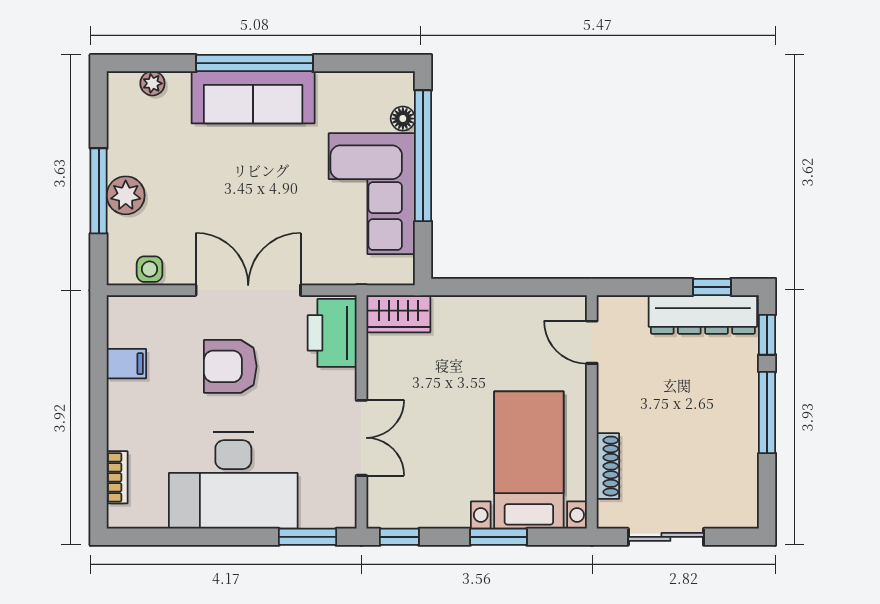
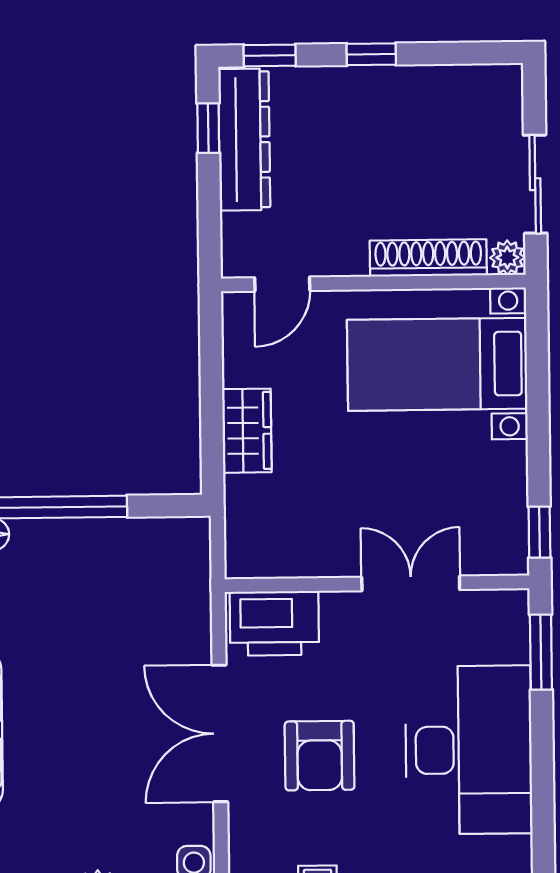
corner sofa: (372, 194) -> (92, 574), removed
wardrobe: (398, 314) -> (247, 431), moved
window: (767, 413) -> (371, 54), width x0.46
shoe rack: (608, 466) -> (428, 258), width x1.36, depth x1.24
plant: (610, 515) -> (507, 258), added
window: (498, 537) -> (538, 403), removed

